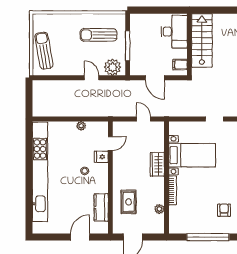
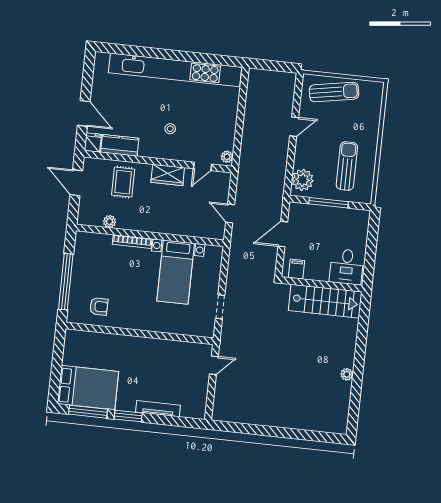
desk: (174, 32) -> (347, 267), width x0.73
door: (92, 78) -> (294, 127), moved
door: (144, 119) -> (230, 213), swing flipped
plant: (81, 126) -> (227, 157), moved
door: (110, 143) -> (203, 166), hinge flipped
fridge: (101, 157) -> (93, 142), moved
wardrobe: (157, 164) -> (168, 175), moved, turned 180
rug: (129, 202) -> (123, 182), turned 90

